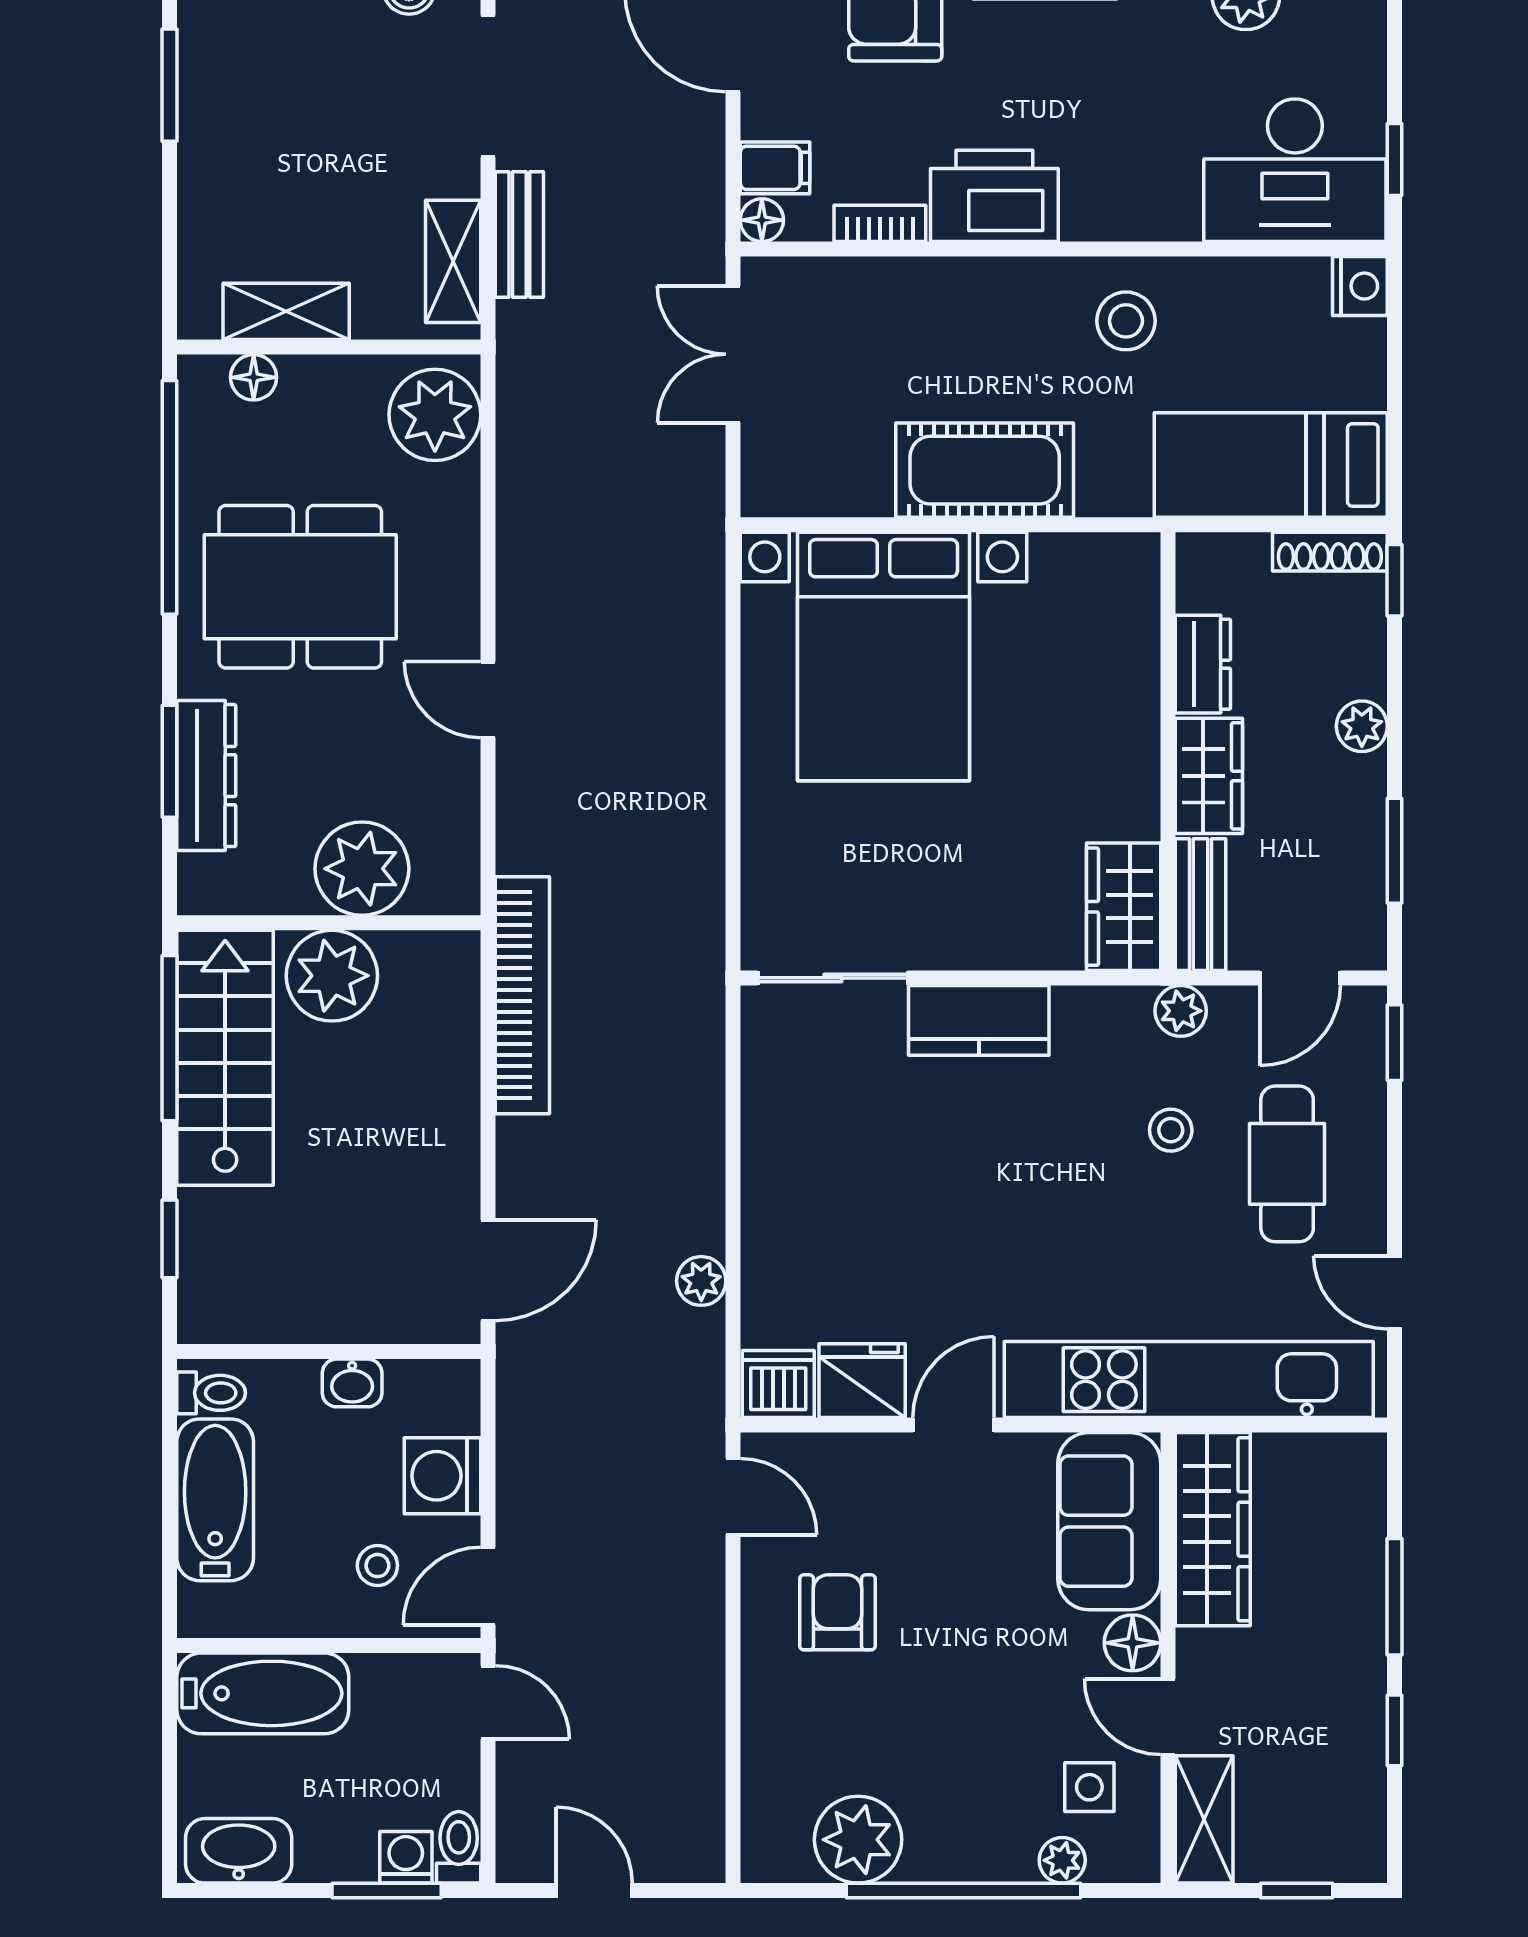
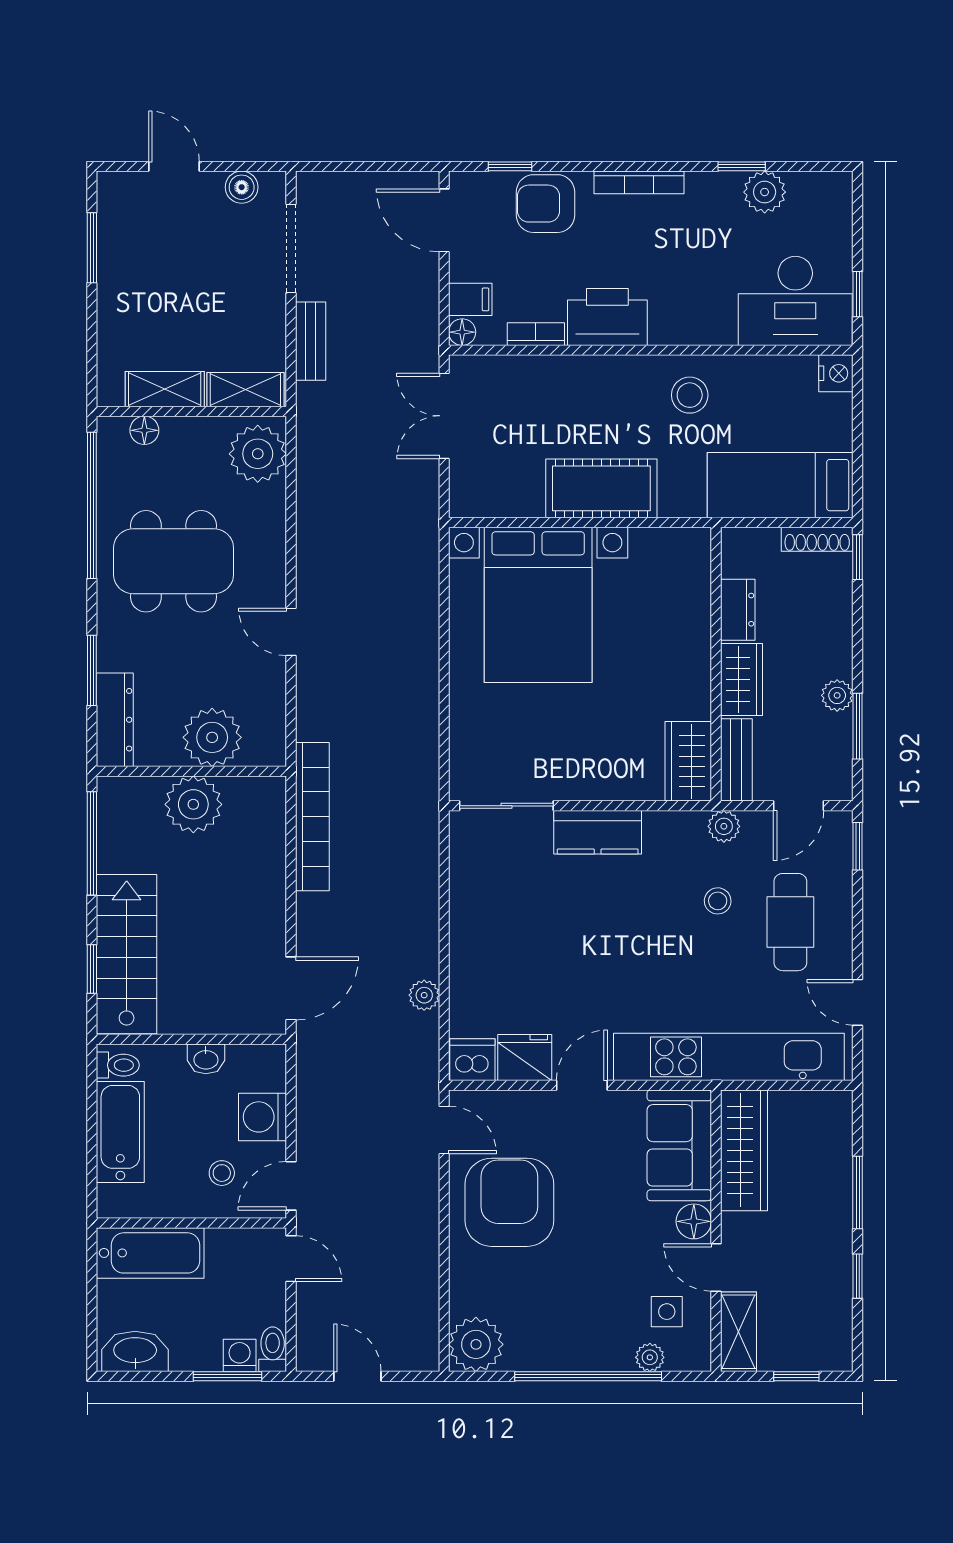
shelving: (453, 261) -> (245, 390), moved, turned 90
plant: (1362, 726) -> (837, 695), moved
dresser: (206, 776) -> (115, 720), moved
stairs: (225, 1058) -> (127, 954), moved
armchair: (838, 1612) -> (509, 1202), width x1.88, depth x1.88
plant: (858, 1840) -> (476, 1344), moved

